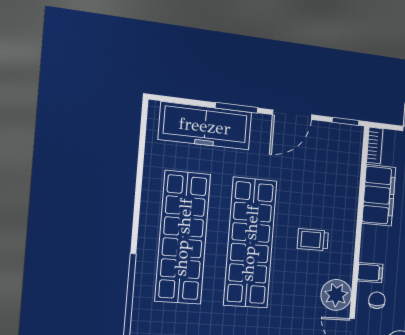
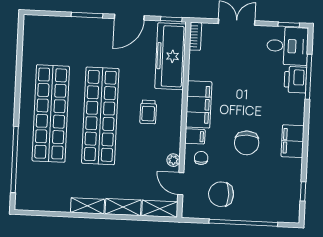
freezer: (205, 126) -> (171, 56), moved, turned 90
filing cabinet: (379, 195) -> (199, 104), moved
trolley: (313, 240) -> (148, 112), turned -90
plant: (336, 295) -> (173, 160), width x0.53, depth x0.53

